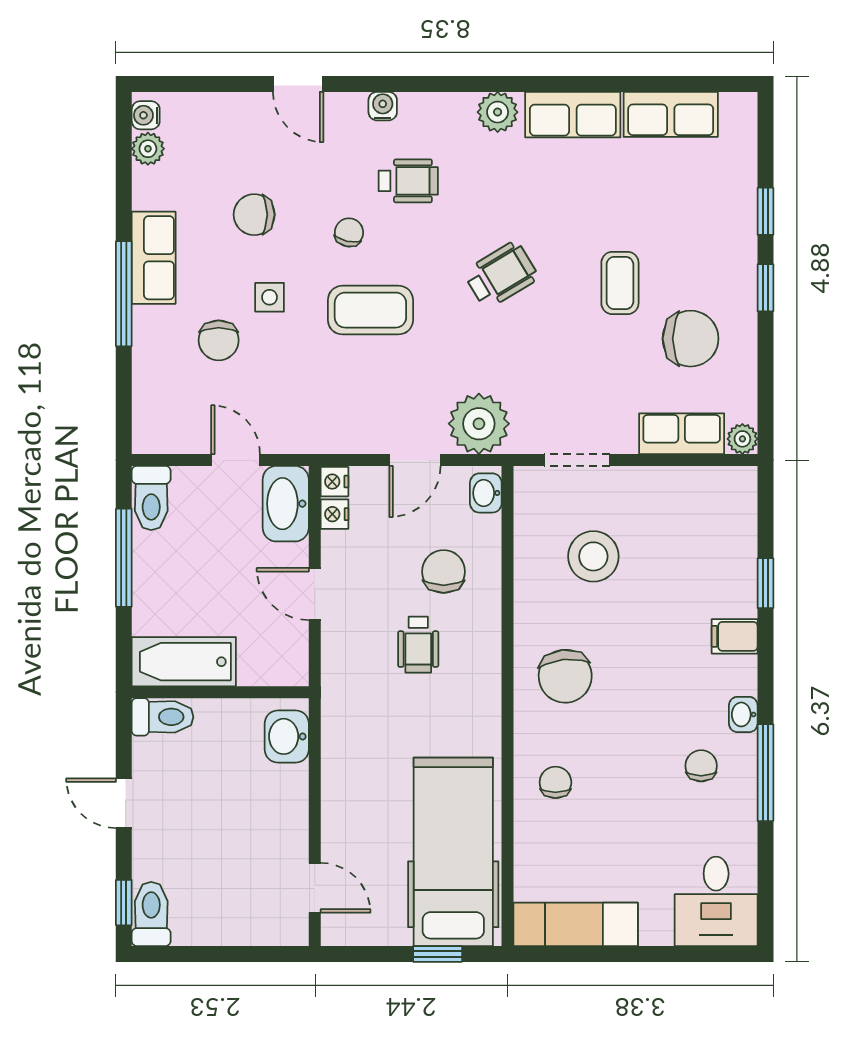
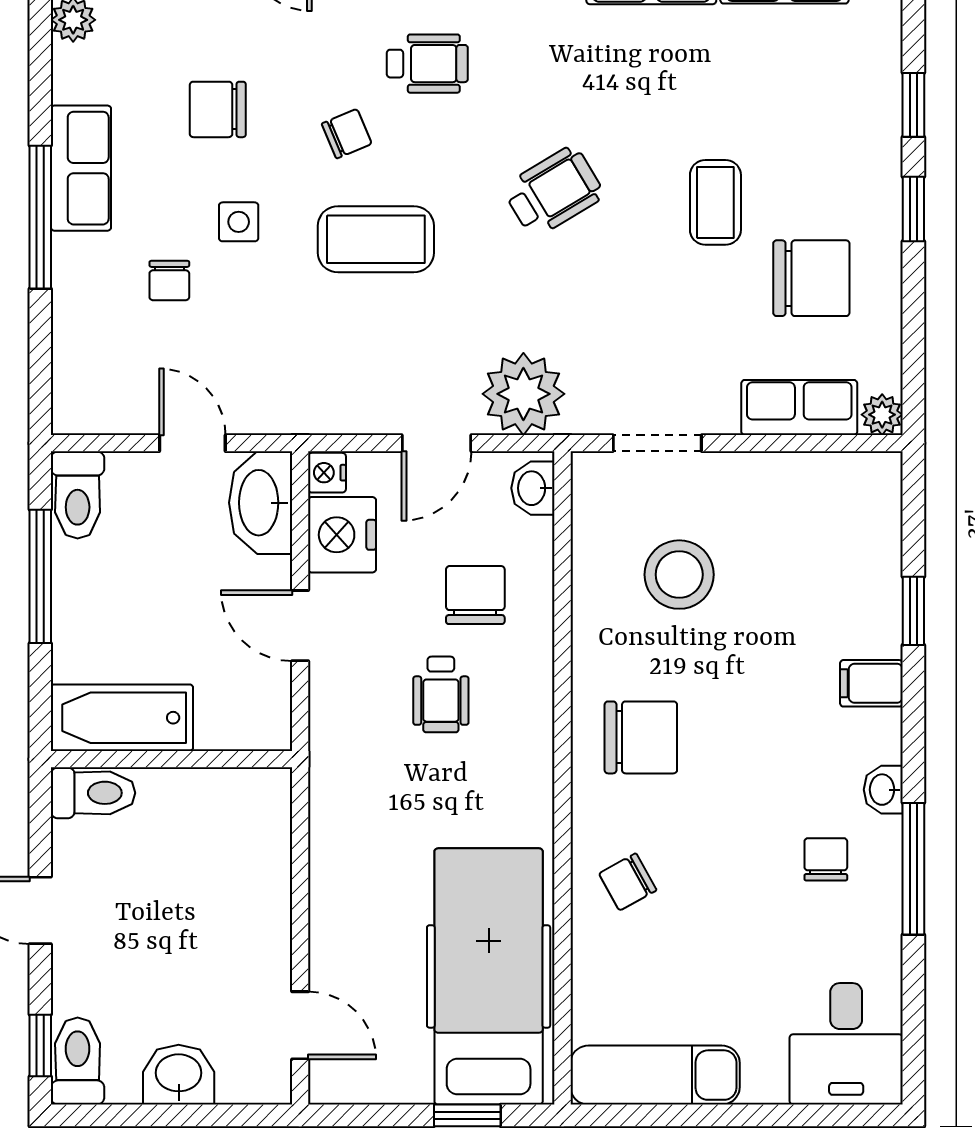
chair: (349, 232) -> (347, 134), turned 54
chair: (219, 340) -> (169, 280), width x0.73, depth x0.73
nightstand: (335, 514) -> (342, 535), width x1.89, depth x1.79
chair: (565, 676) -> (641, 737), turned -84
washbasin: (287, 736) -> (179, 1075), moved, turned 90
chair: (555, 782) -> (628, 882), turned -119

